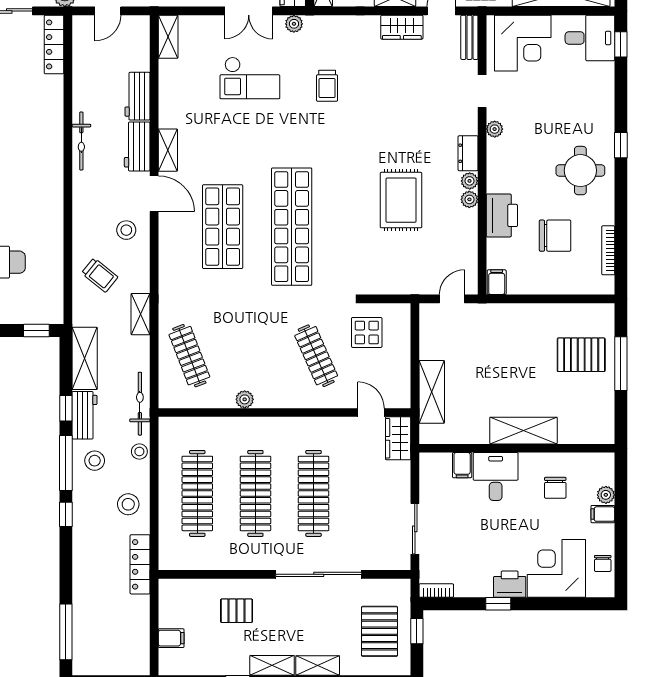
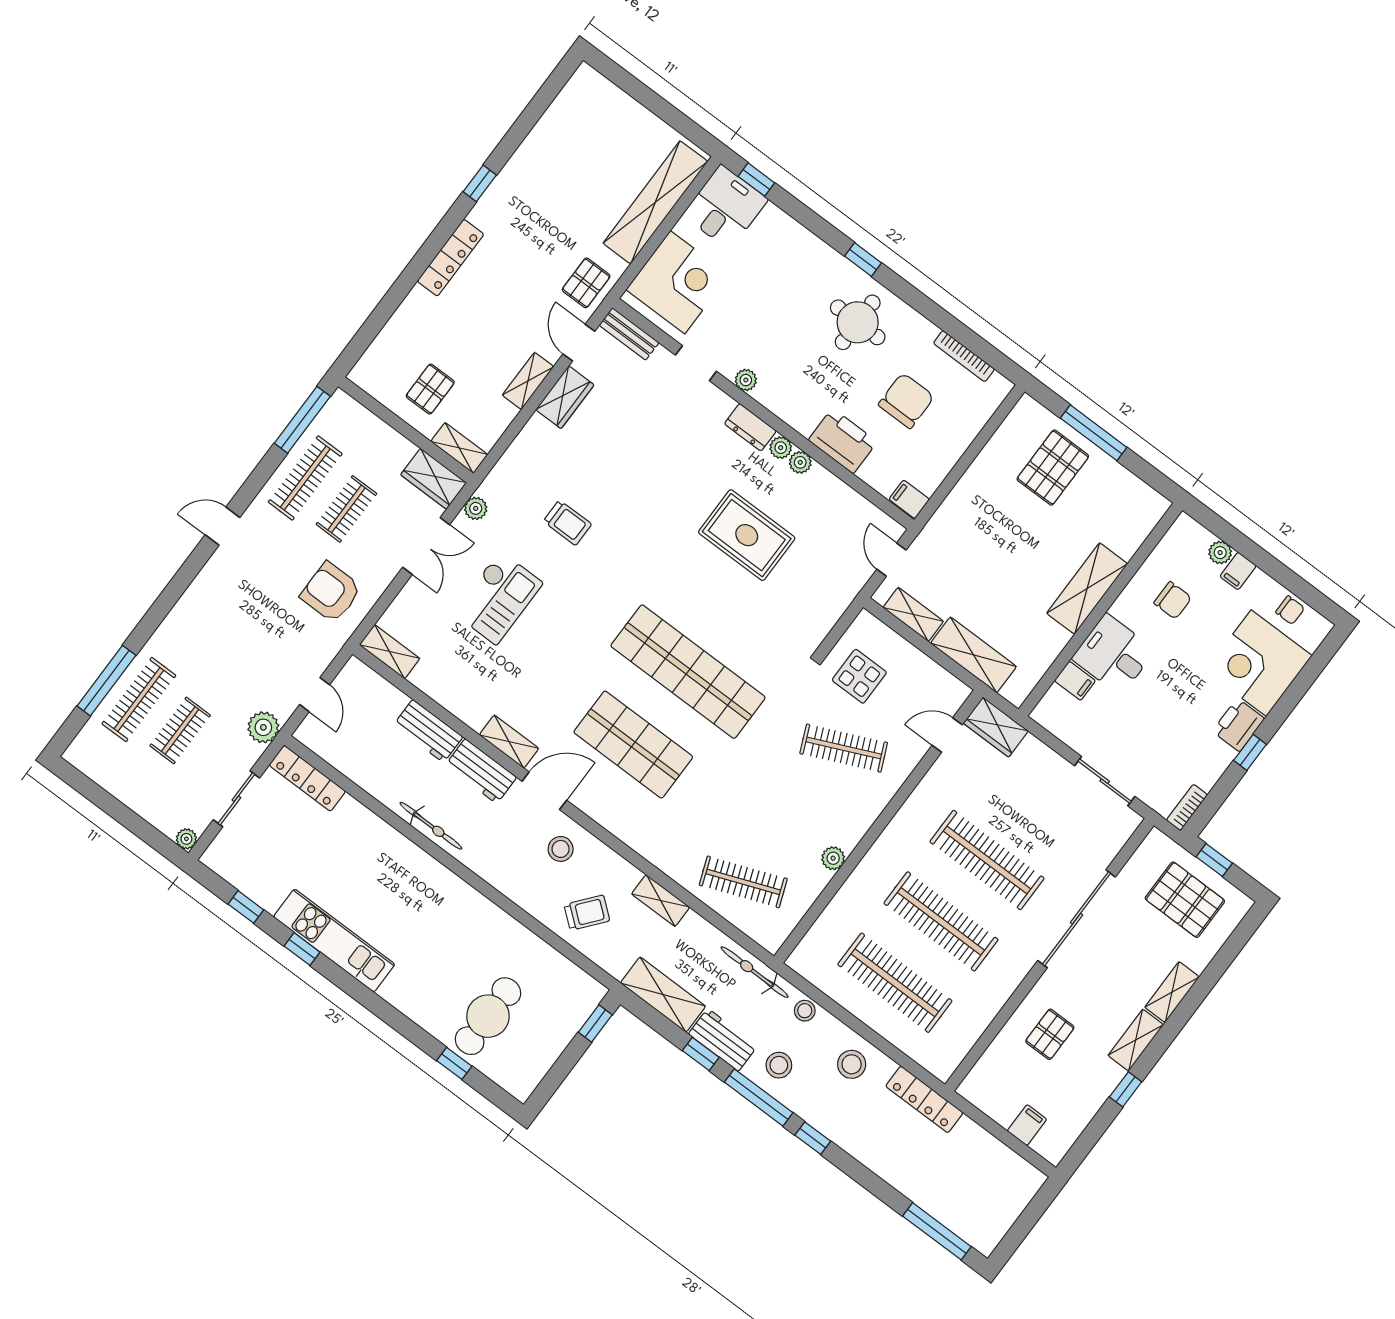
shelving: (429, 337) -> (913, 614), added

